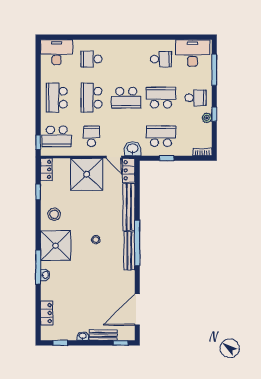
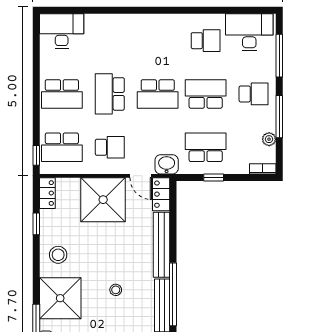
school desk: (91, 59) -> (110, 41), removed
school desk: (57, 98) -> (62, 94), turned -90
window: (214, 114) -> (279, 117), width x2.17
plant: (207, 118) -> (269, 139), moved
school desk: (91, 136) -> (110, 147), turned 90

